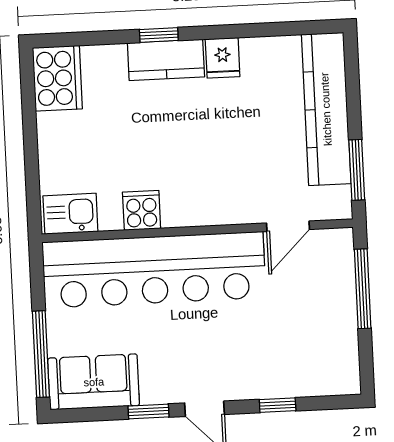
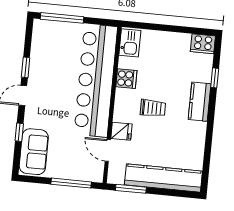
window: (159, 35) -> (215, 78), moved
fridge: (223, 58) -> (121, 131), moved, turned 180
cooker: (57, 78) -> (203, 44), width x0.73, depth x0.76
trolley: (192, 150) -> (153, 108), added
sofa: (94, 382) -> (34, 152), moved

